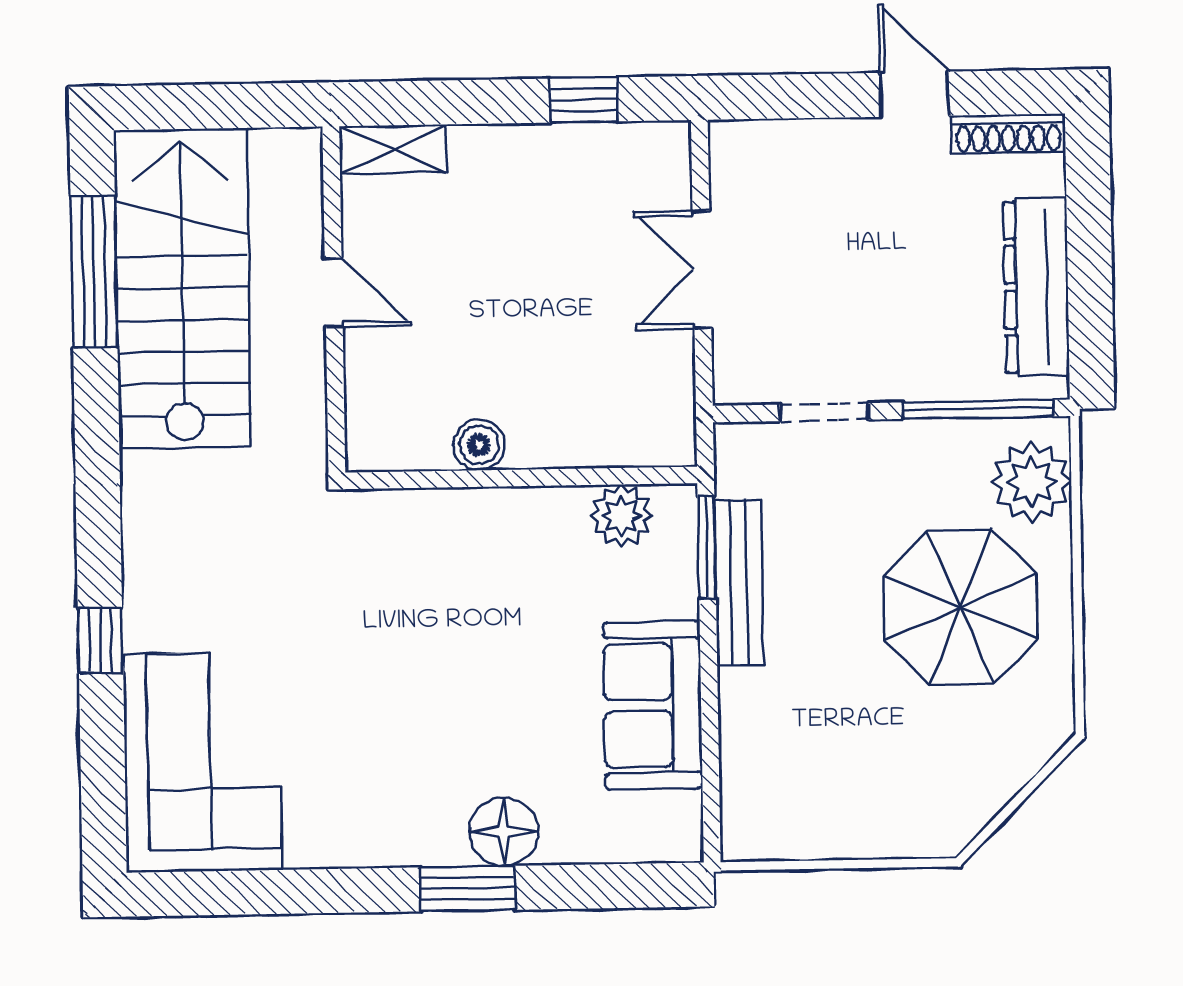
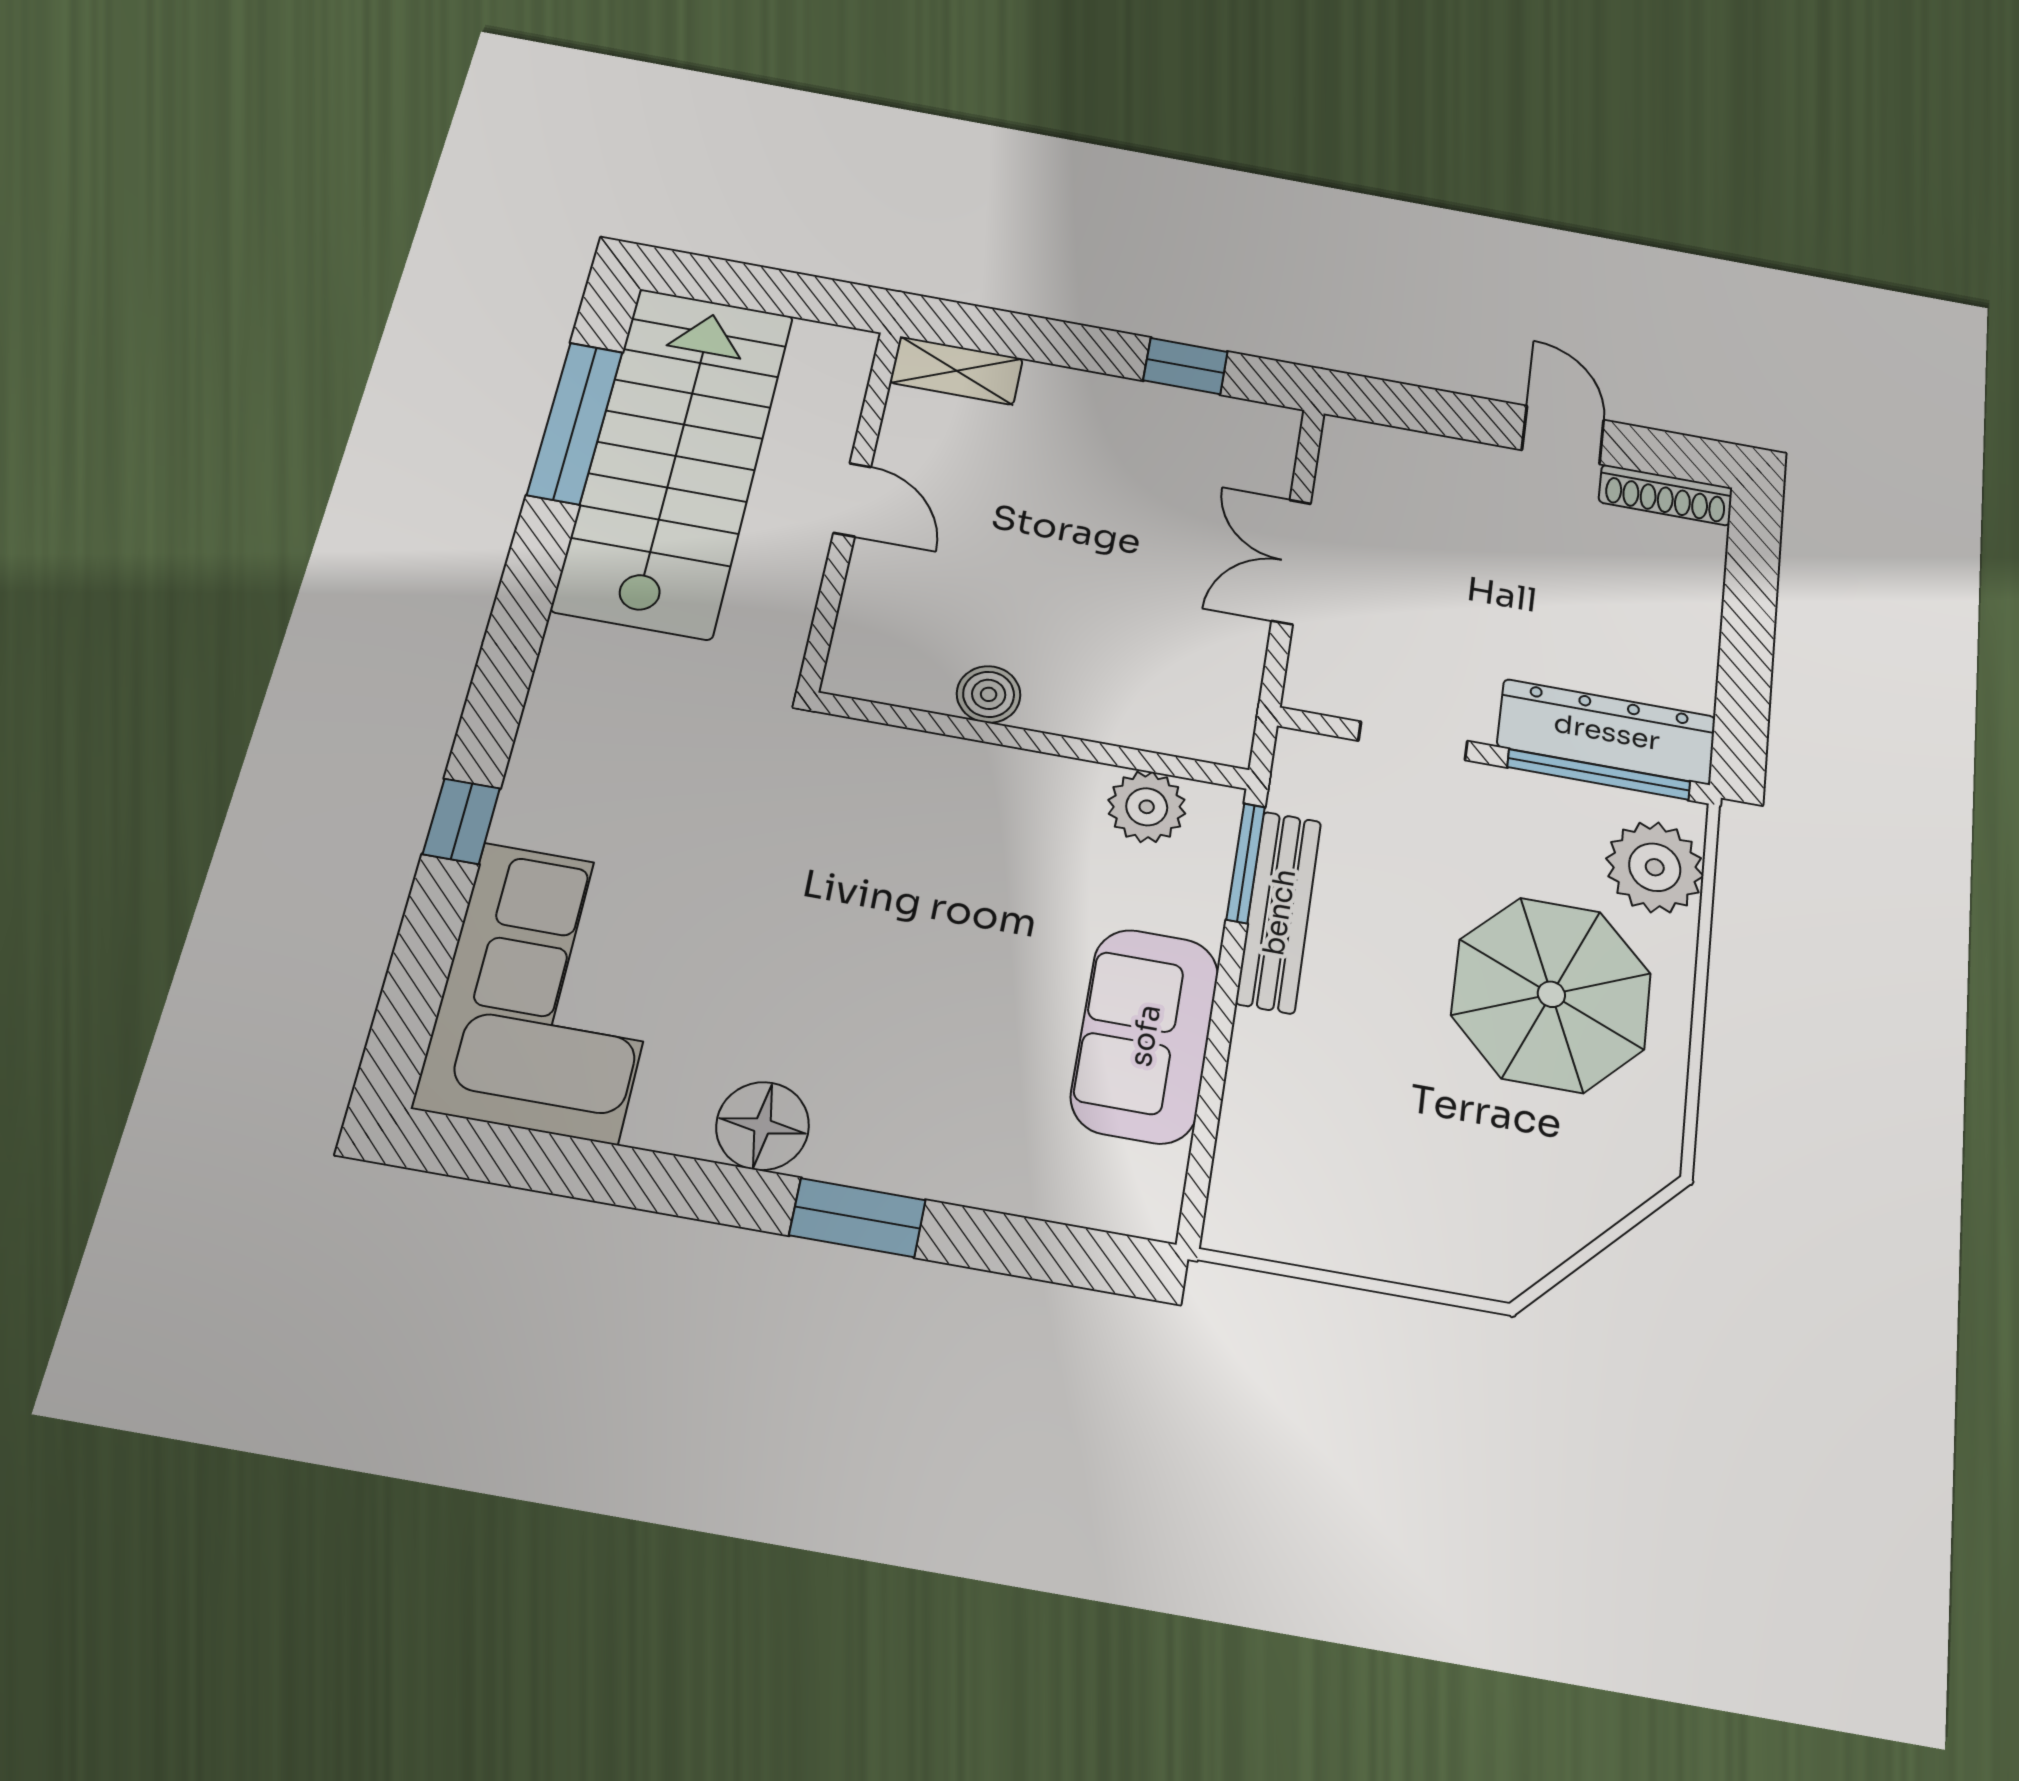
dresser: (1036, 287) -> (1607, 732), moved, turned 90
floor lamp: (504, 832) -> (763, 1126), moved

